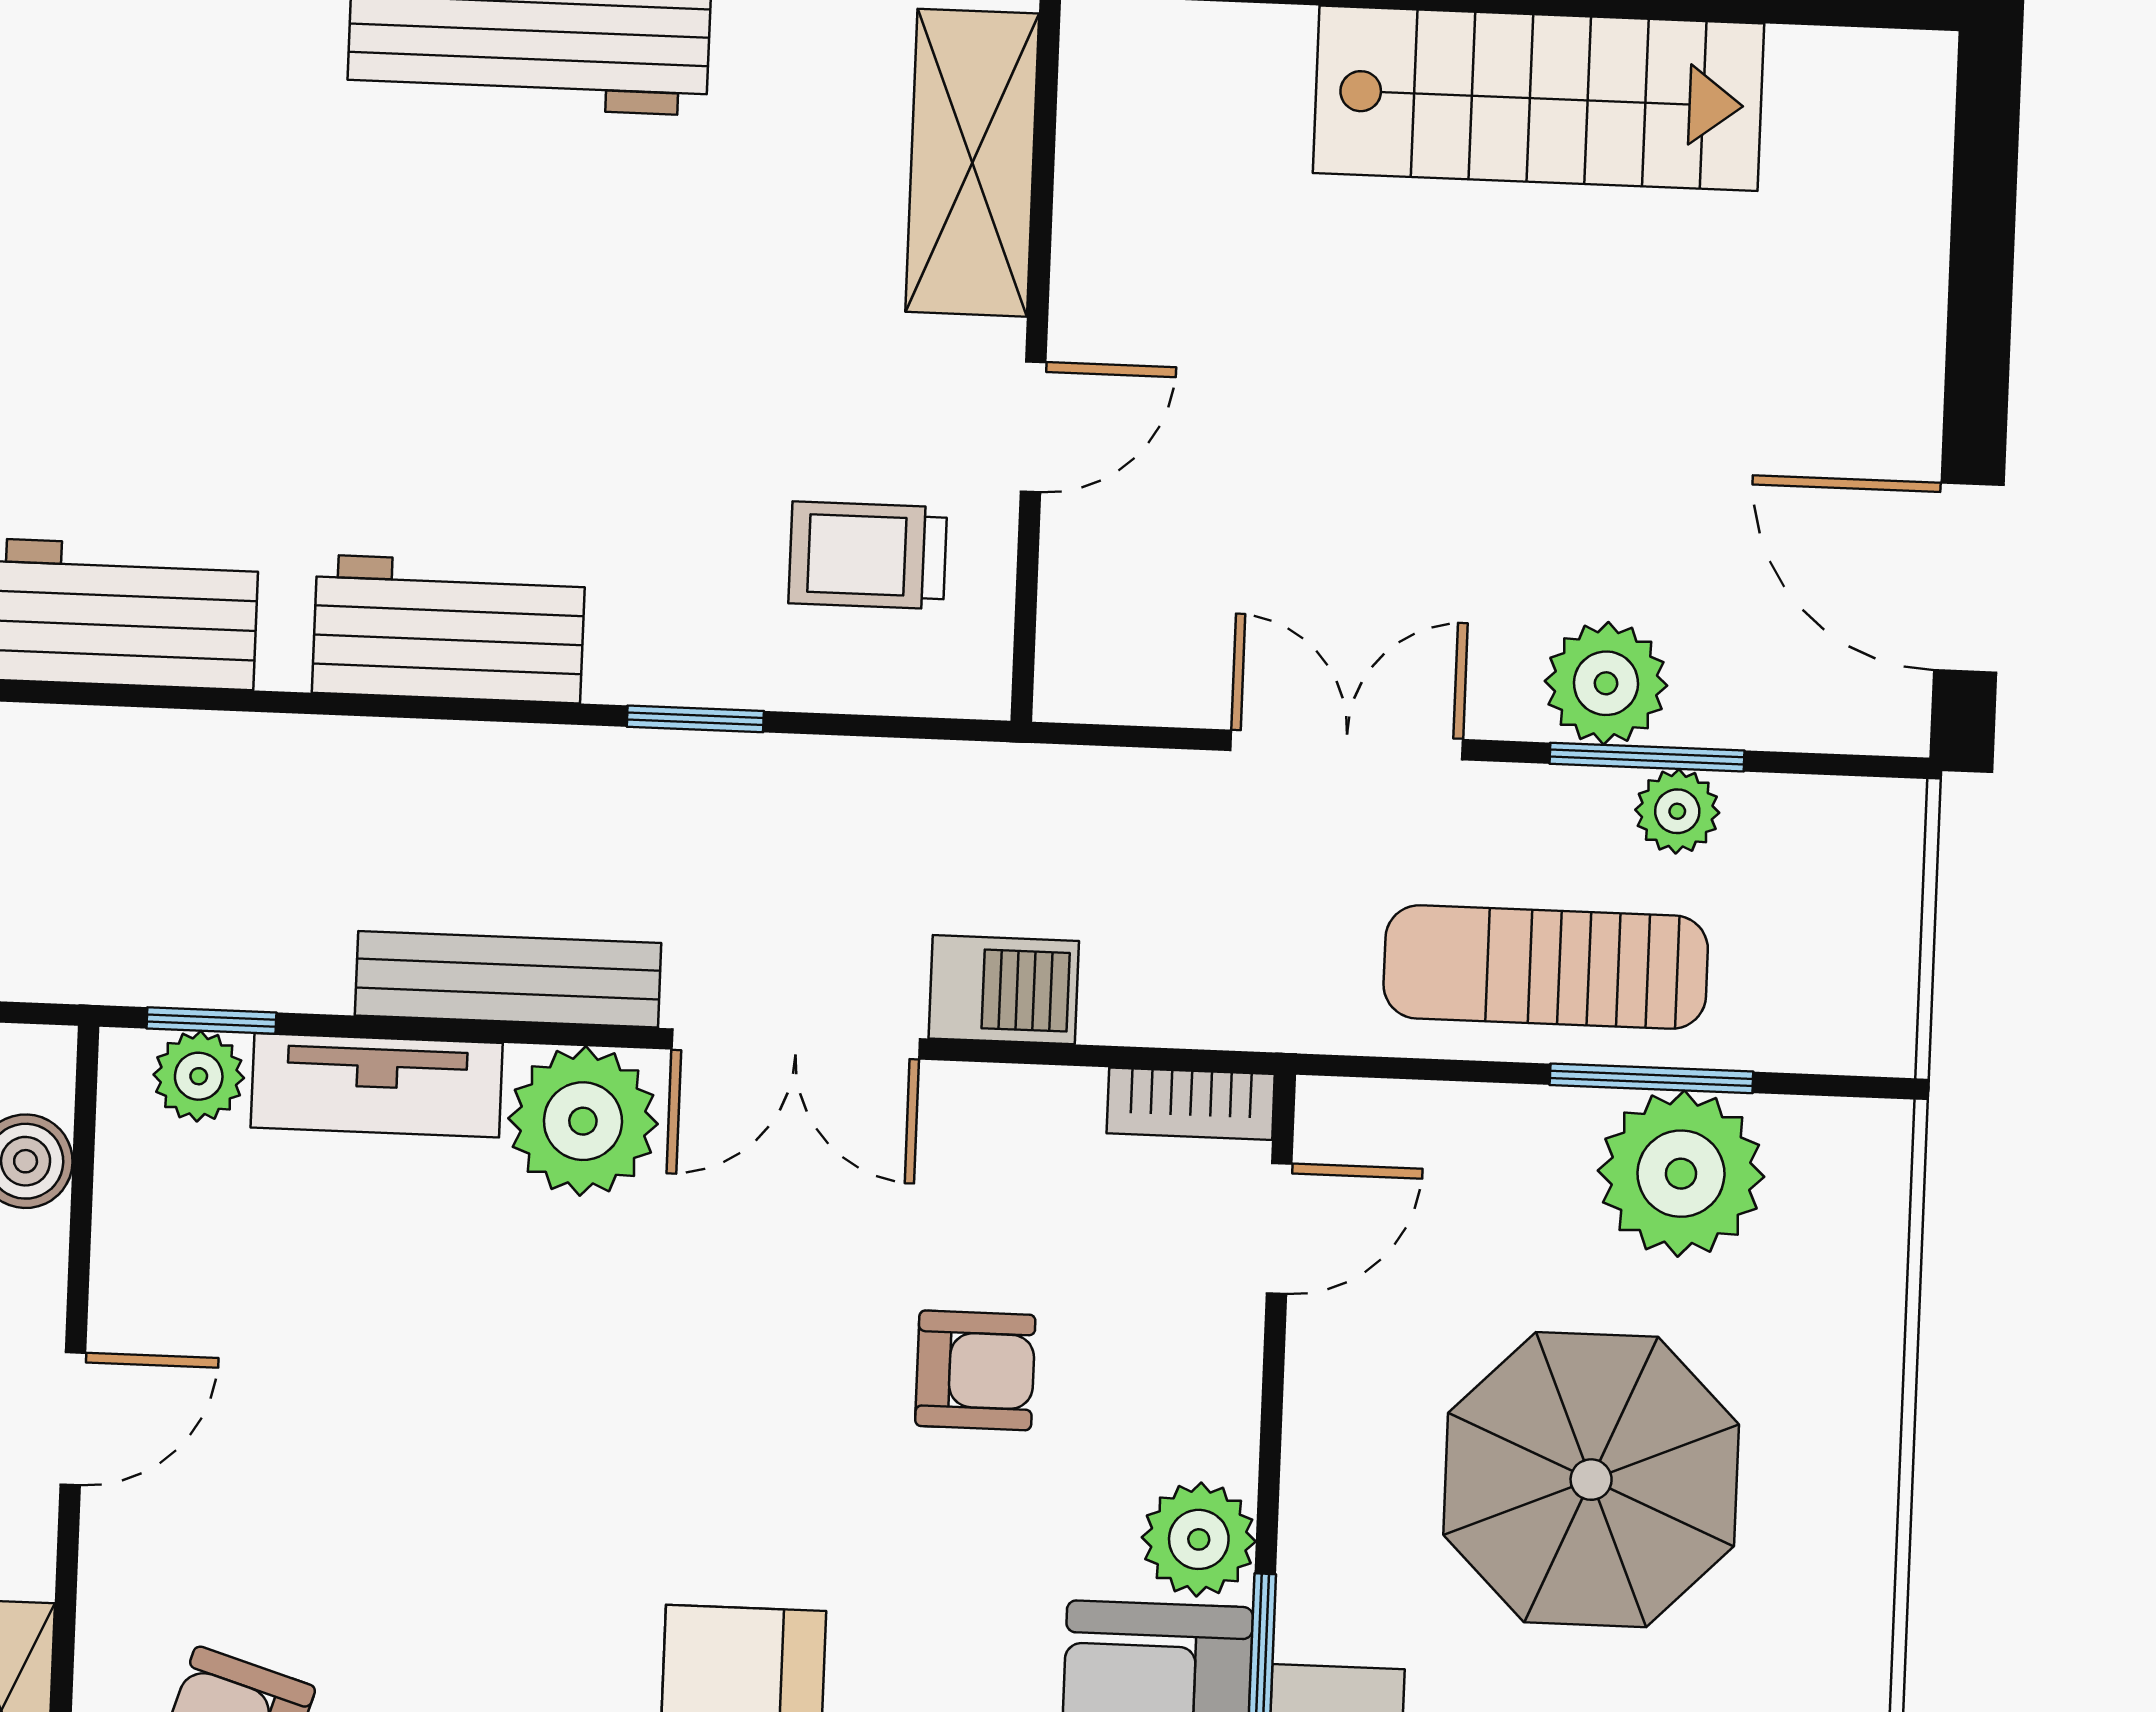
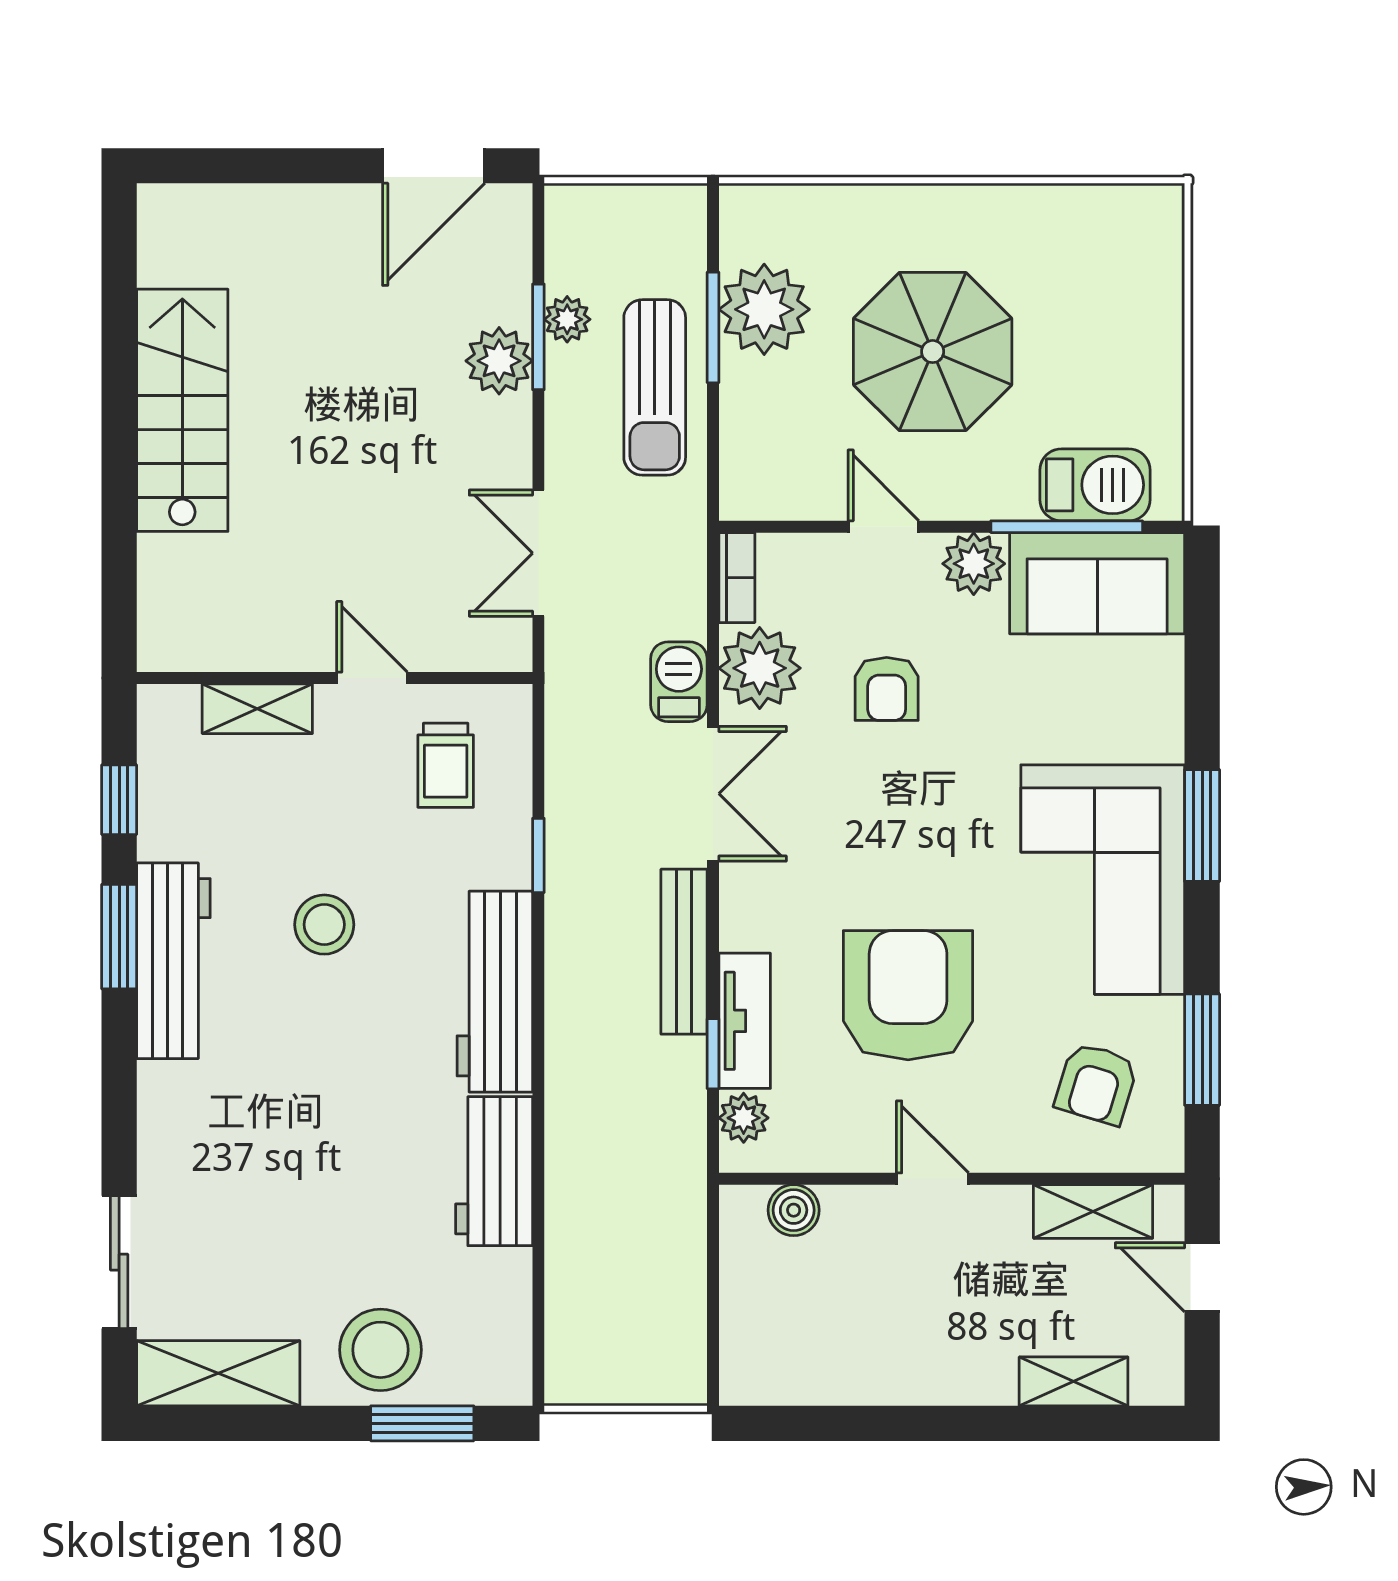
shelving: (972, 163) -> (257, 709), width x0.67, depth x0.75
stool: (584, 321) -> (324, 925), added
workbench: (449, 629) -> (495, 992), width x1.38
double door: (1347, 745) -> (538, 553), moved
window: (211, 1020) -> (713, 1054), moved
plant: (583, 1121) -> (760, 668), moved
door: (1279, 1228) -> (884, 527), moved
armchair: (975, 1370) -> (887, 689), turned 180
armchair: (412, 1387) -> (908, 995), added

